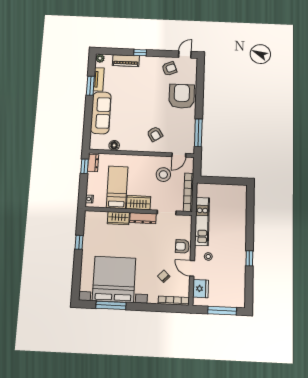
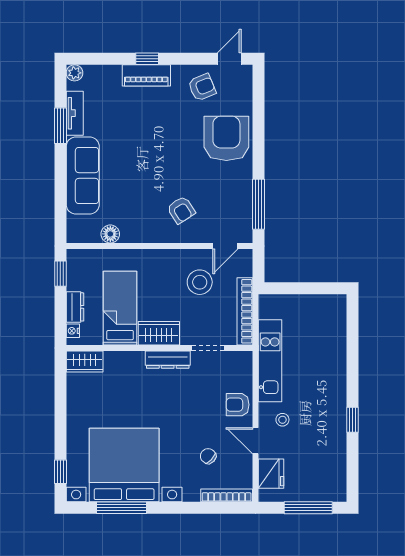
piano: (126, 61) -> (146, 75), moved
dresser: (93, 163) -> (75, 307), moved
wardrobe: (118, 218) -> (85, 362), moved
window: (79, 242) -> (60, 472), moved

